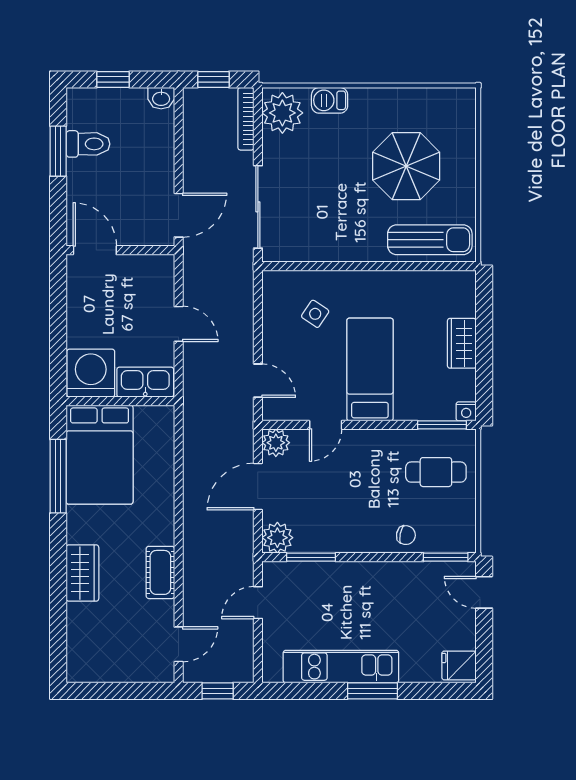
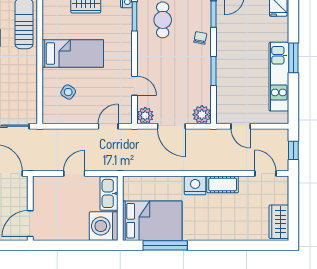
bed: (370, 370) -> (73, 54), moved, turned 180
nightstand: (159, 526) -> (195, 185), added
window: (311, 557) -> (213, 71), moved
wardrobe: (82, 573) -> (279, 222), moved, turned -90

